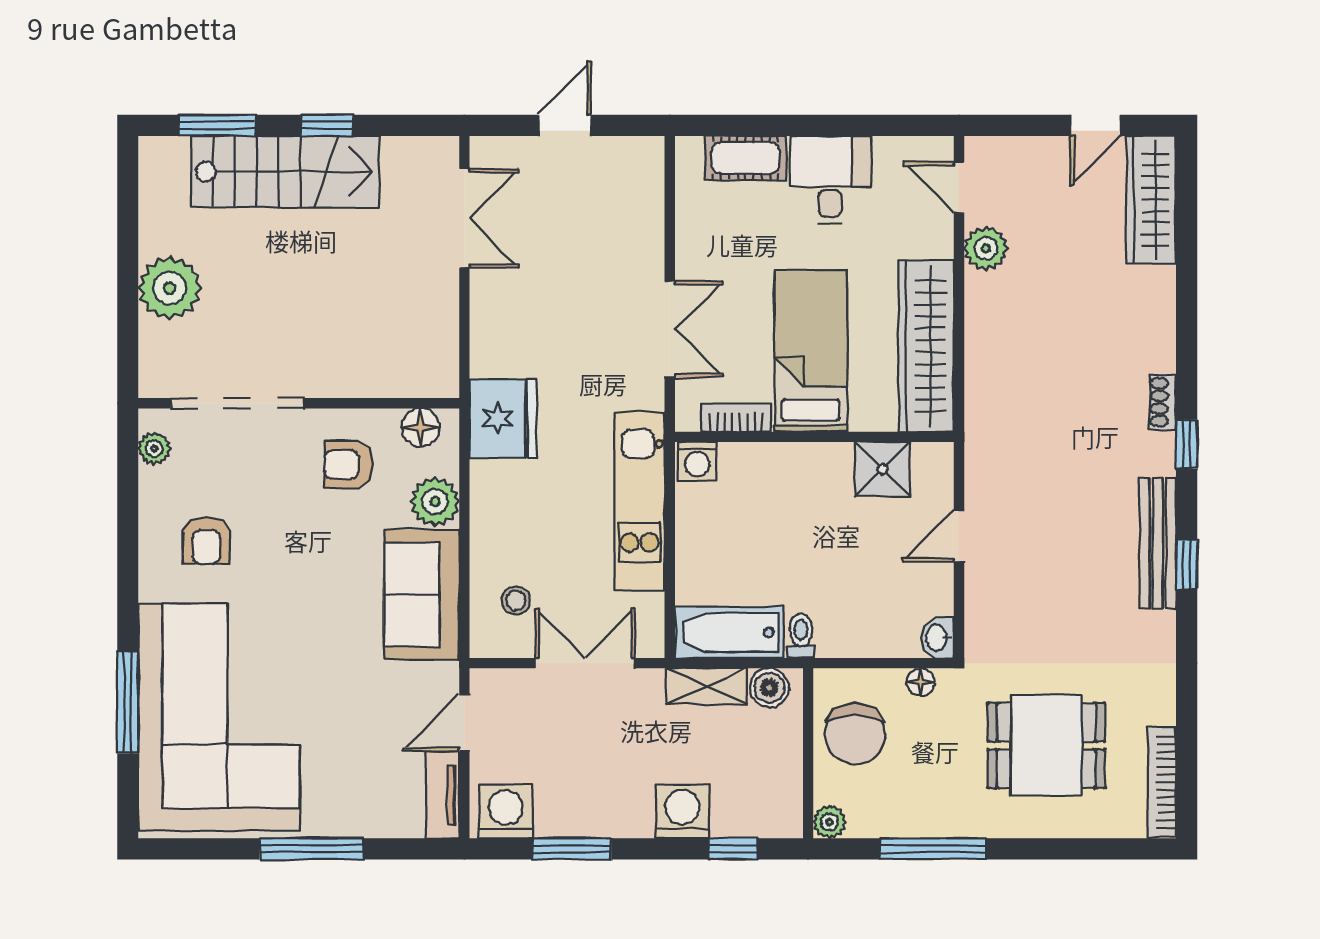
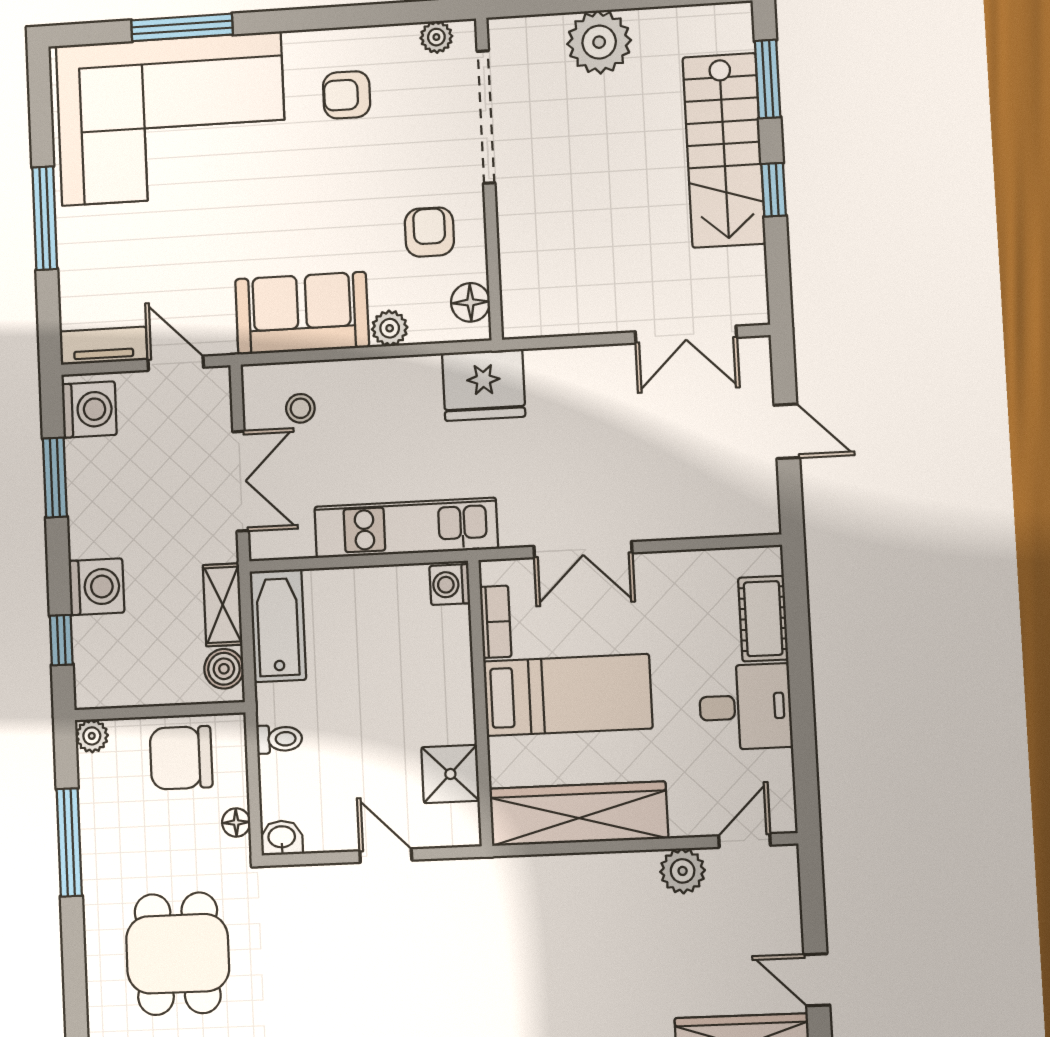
plant: (435, 502) -> (390, 328), width x0.73, depth x0.73
toilet: (801, 636) -> (279, 739), moved

